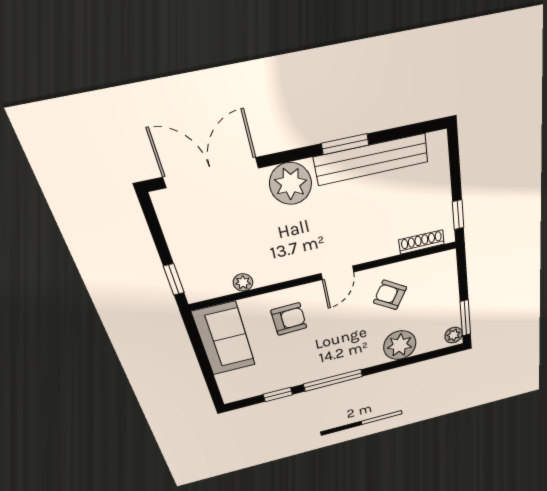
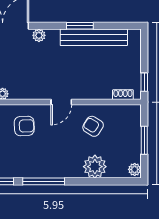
plant: (291, 184) -> (39, 35), width x0.53, depth x0.53
shoe rack: (422, 242) -> (123, 95), width x0.70
window: (465, 318) -> (144, 140), moved

